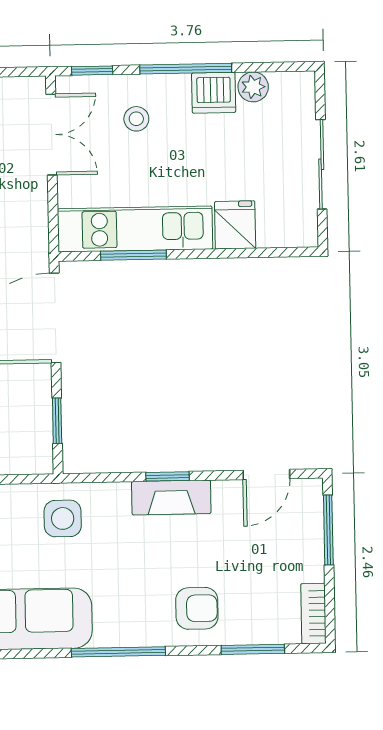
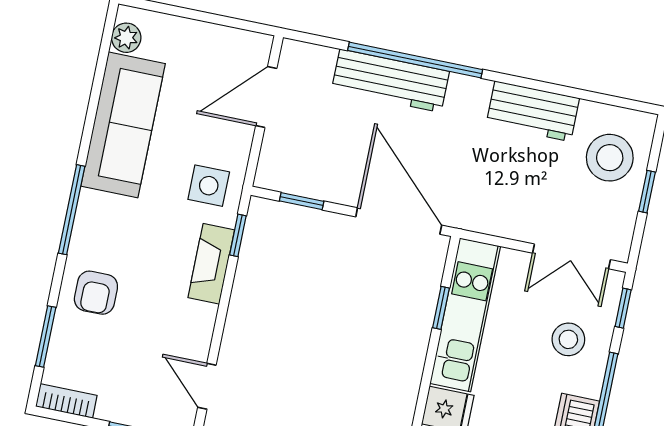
stool: (136, 119) -> (568, 339), width x1.37, depth x1.37
window: (133, 255) -> (441, 308), width x0.67
window: (168, 476) -> (238, 235), moved
fireplace: (171, 497) -> (211, 264), moved

